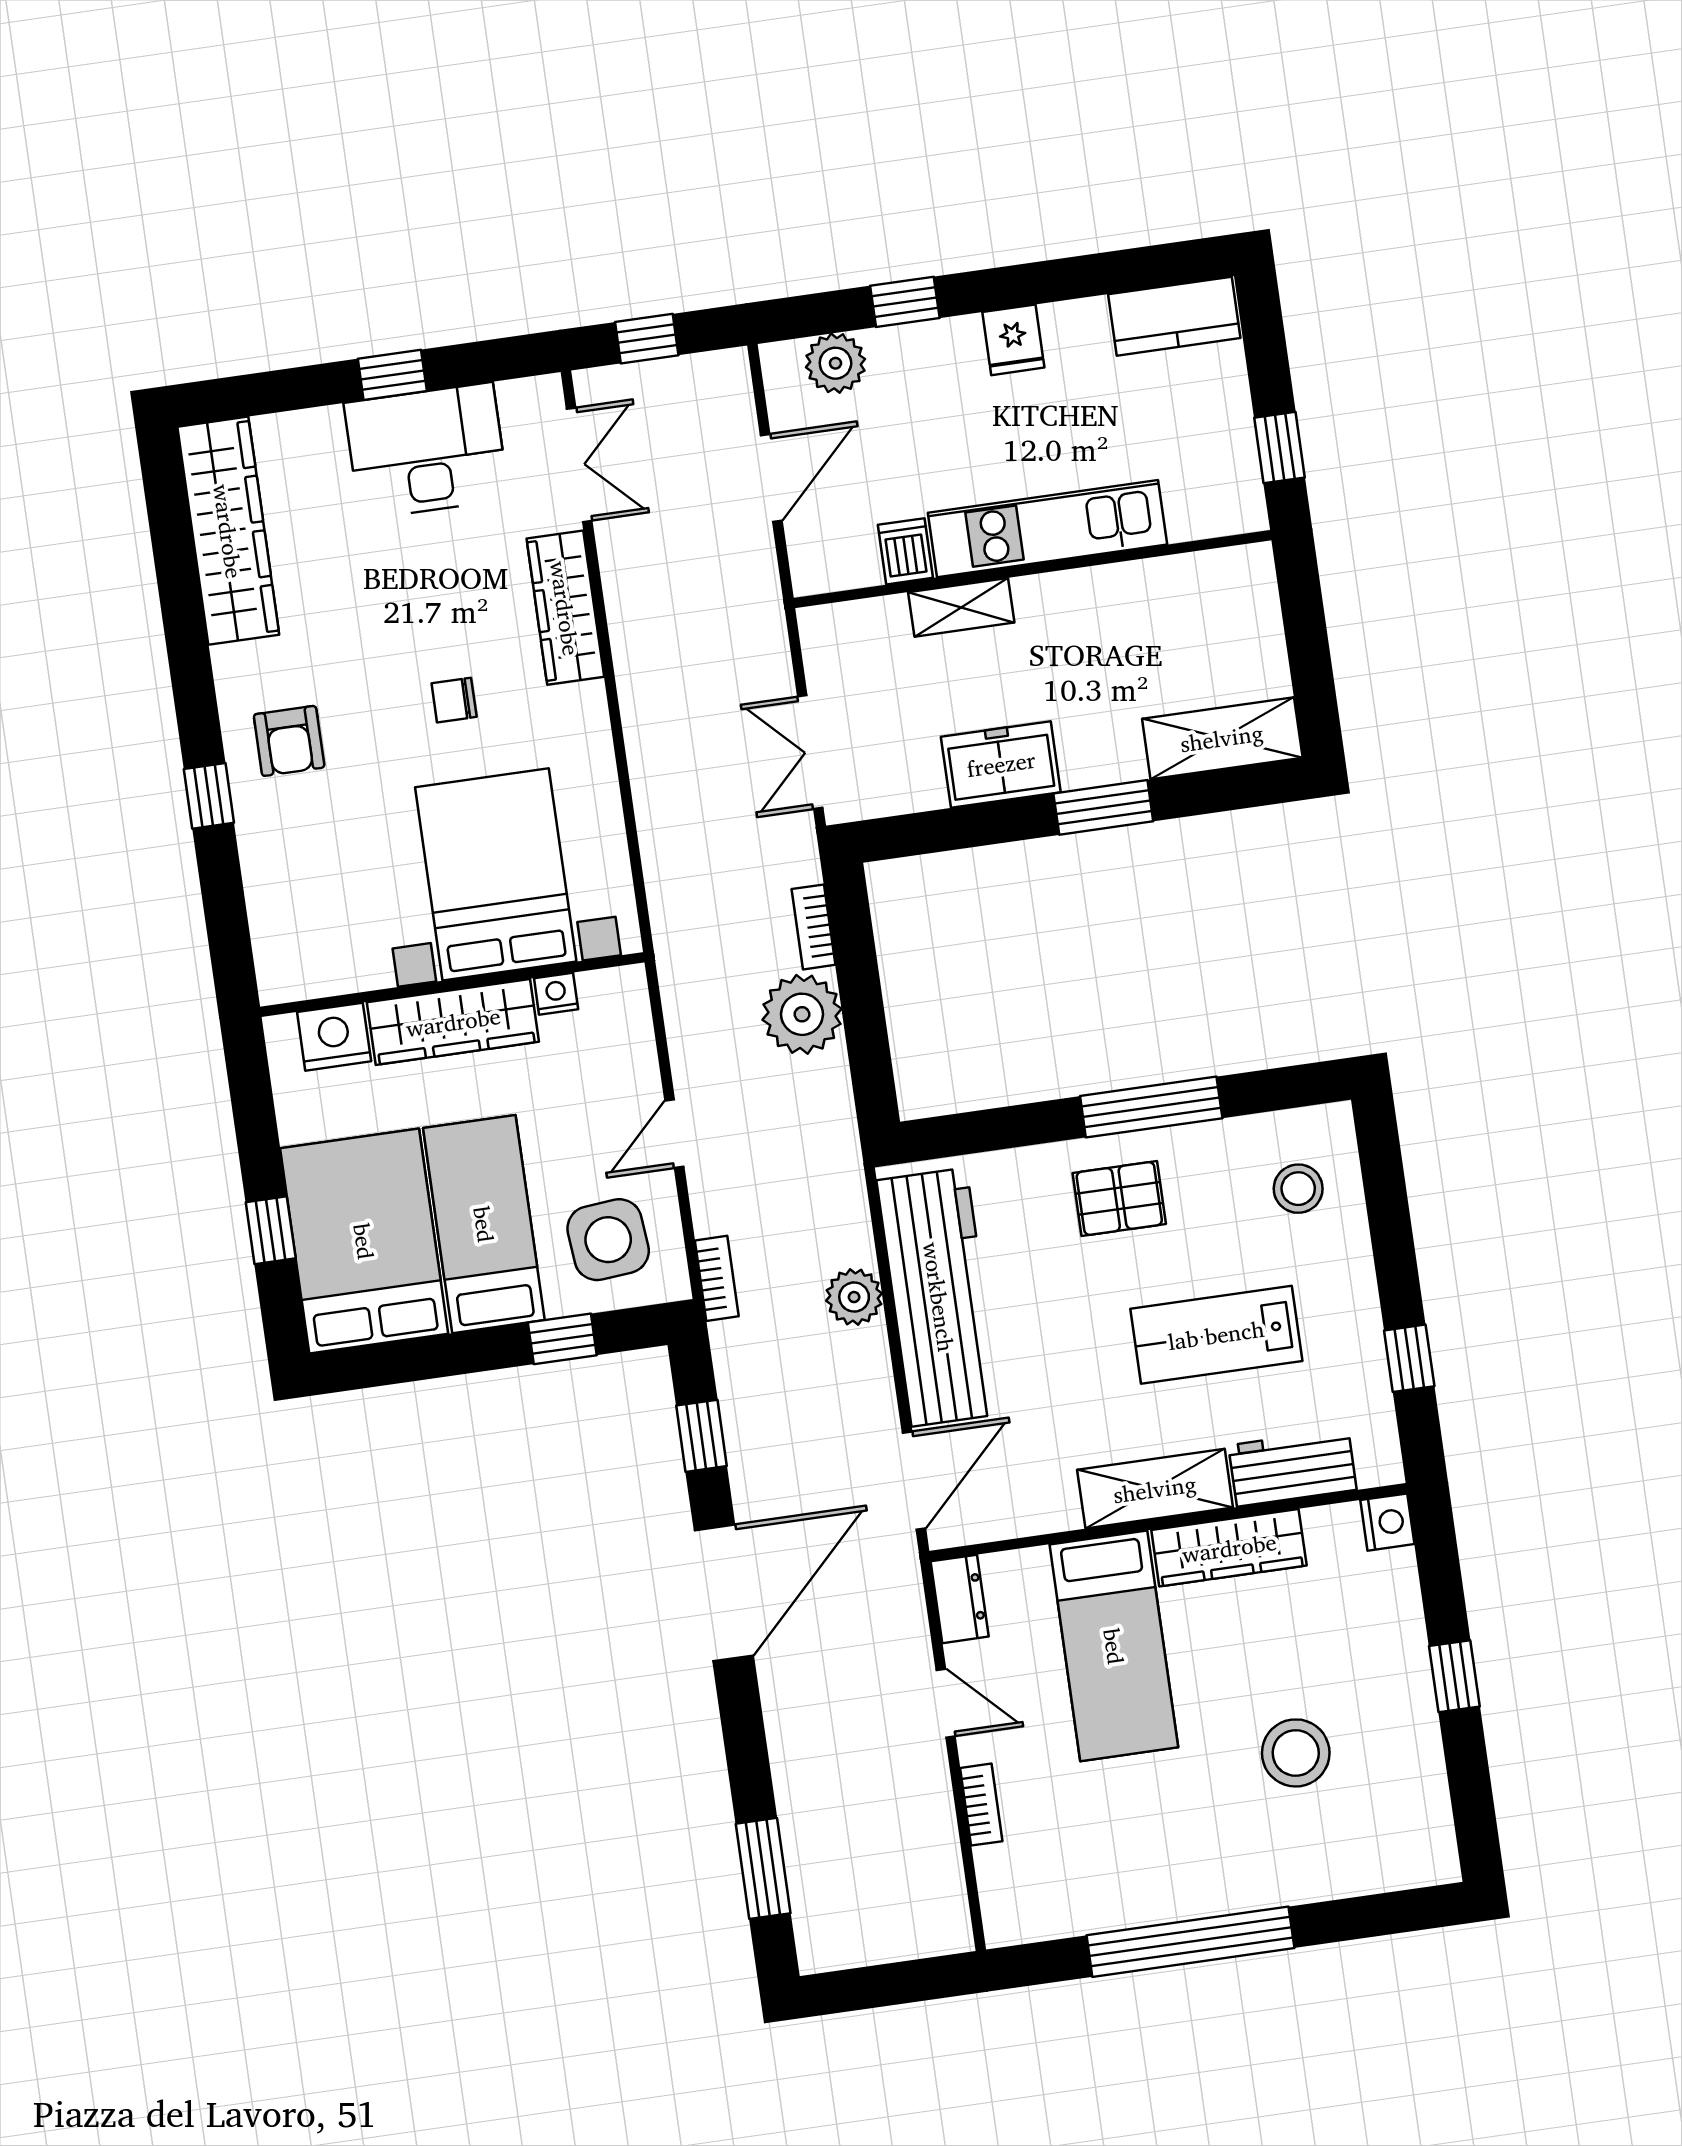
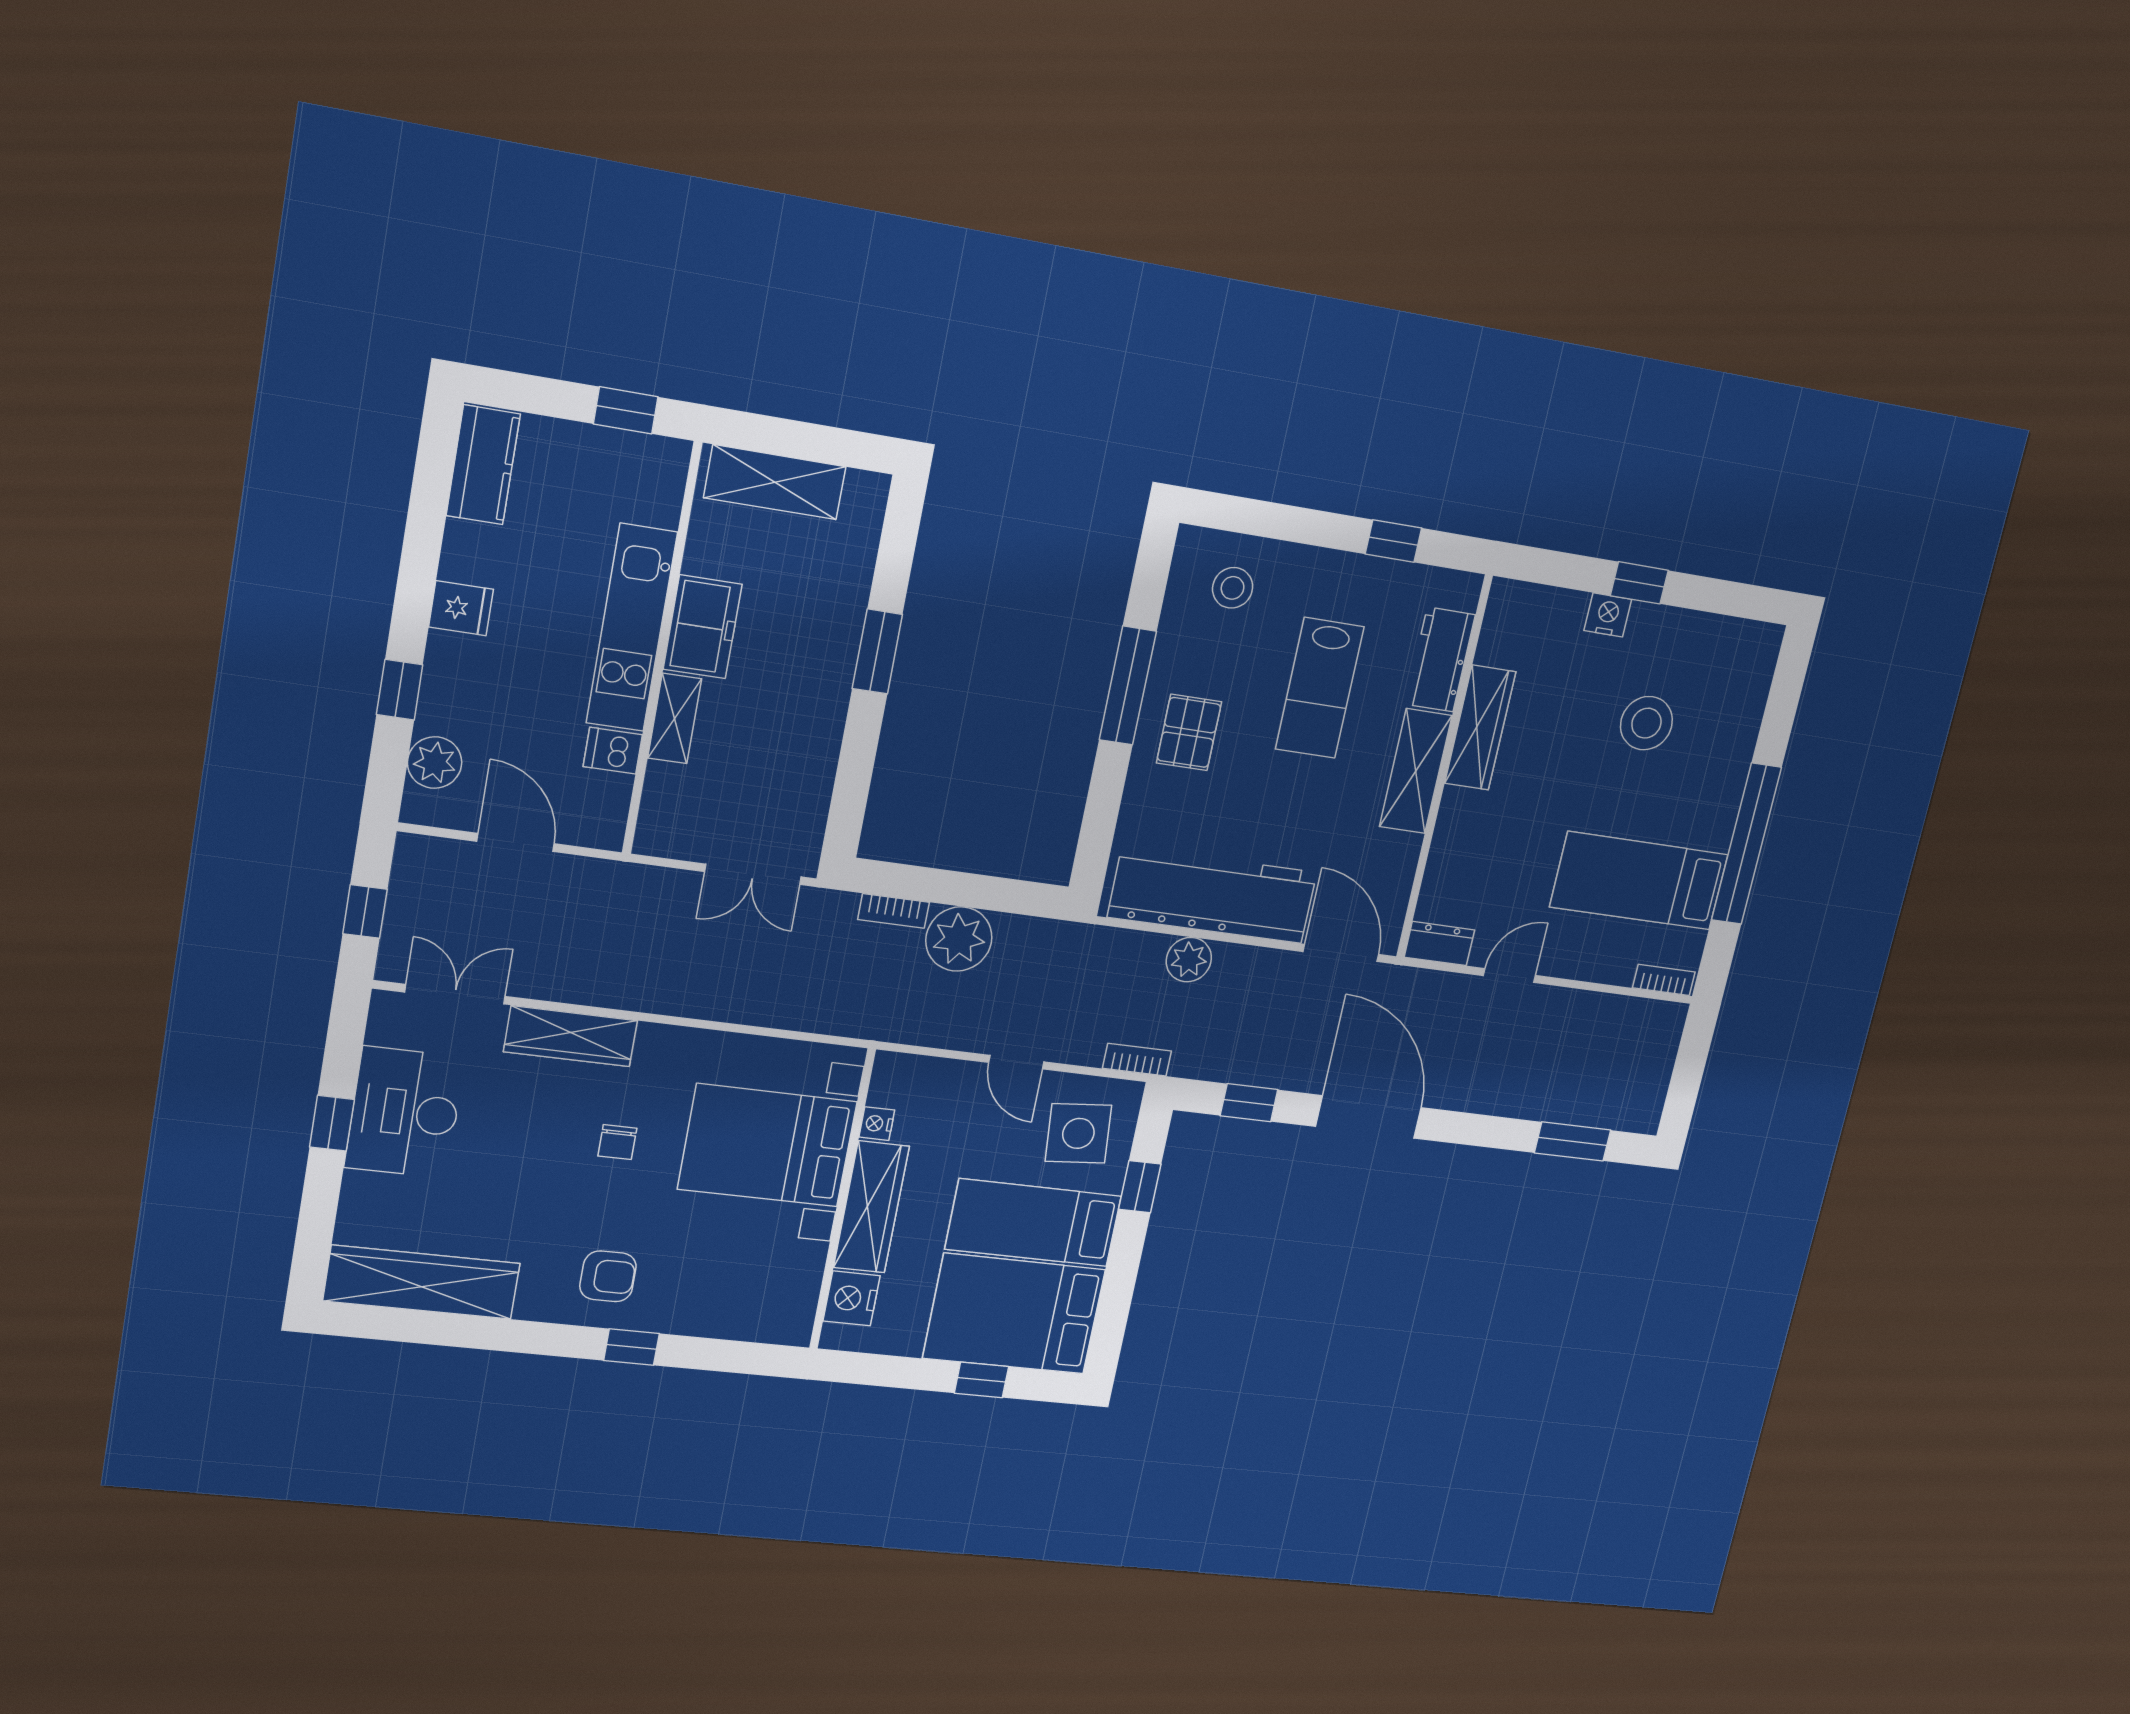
shelving: (1222, 738) -> (775, 482), moved, turned 90
freezer: (1001, 764) -> (703, 627), moved, turned 180
nightstand: (1387, 1522) -> (1608, 615), moved
bed: (1114, 1646) -> (1639, 881), moved, turned 180
bookcase: (981, 1805) -> (1664, 980), moved

